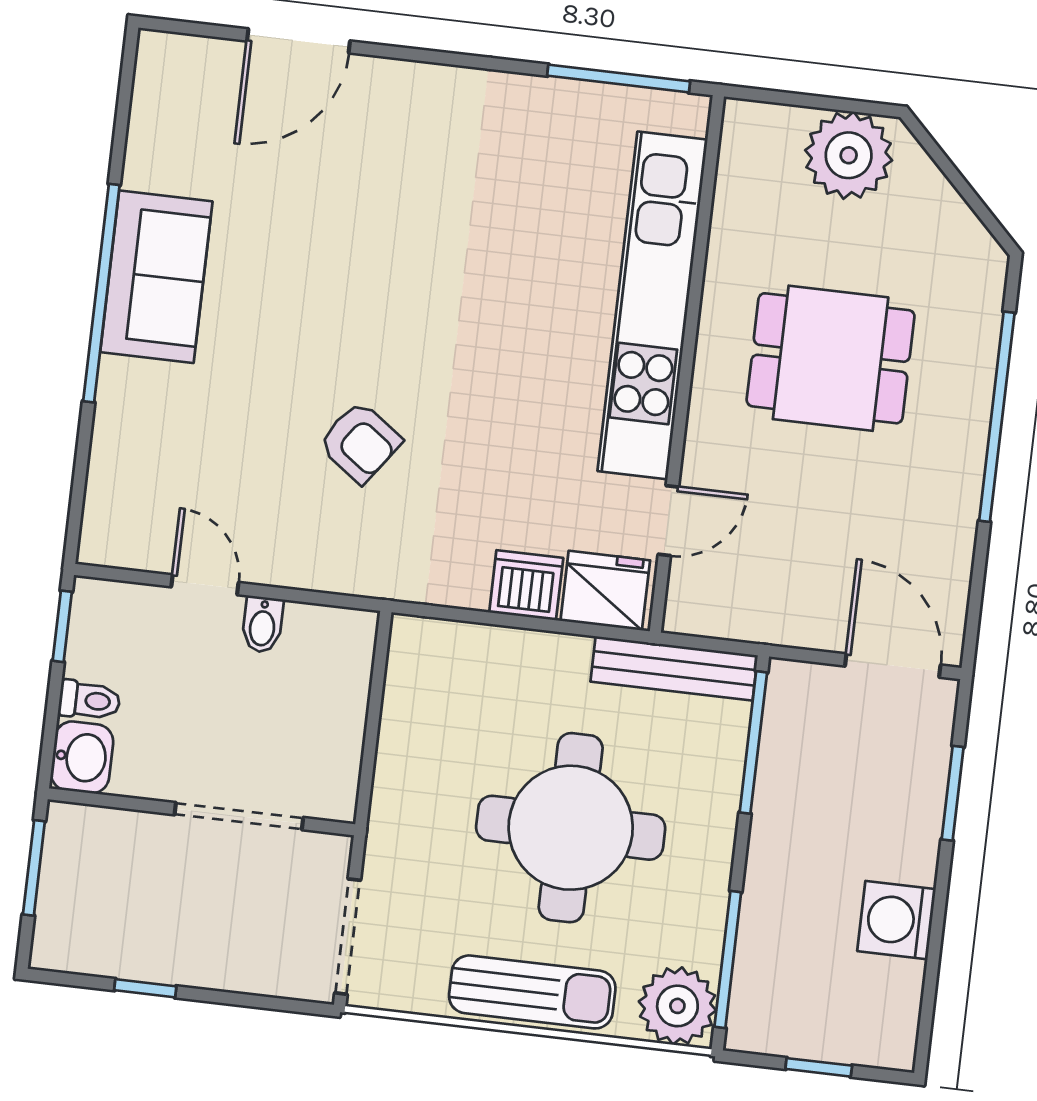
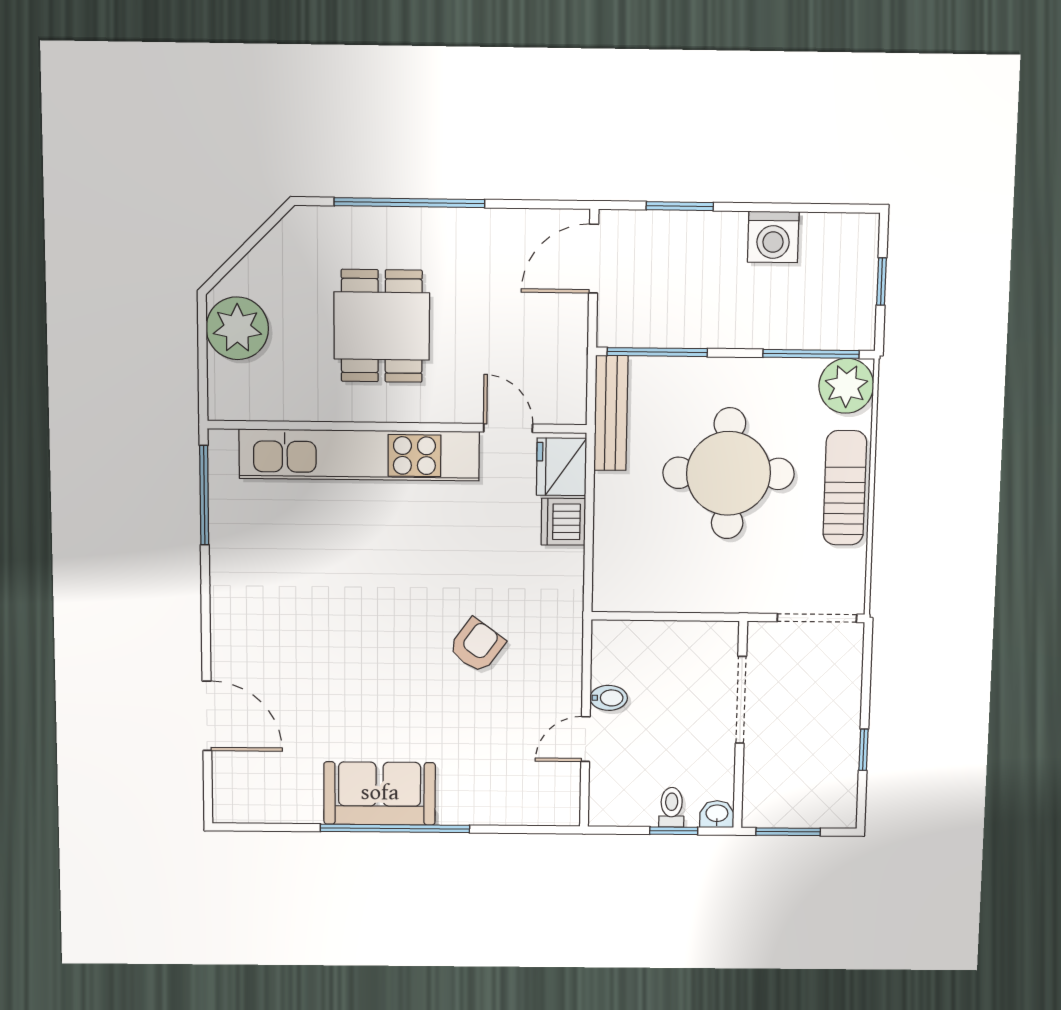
window: (62, 626) -> (674, 831), moved
washbasin: (82, 757) -> (717, 814), width x0.72, depth x0.69

